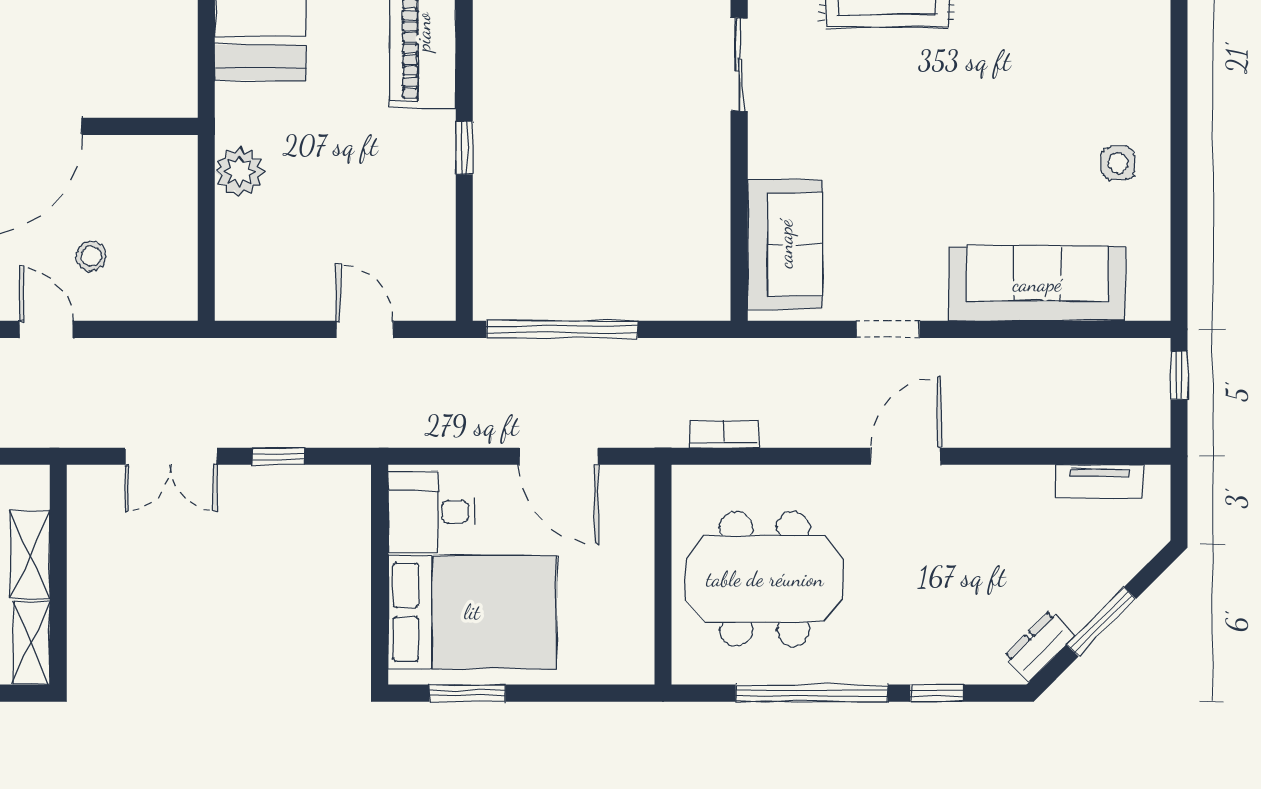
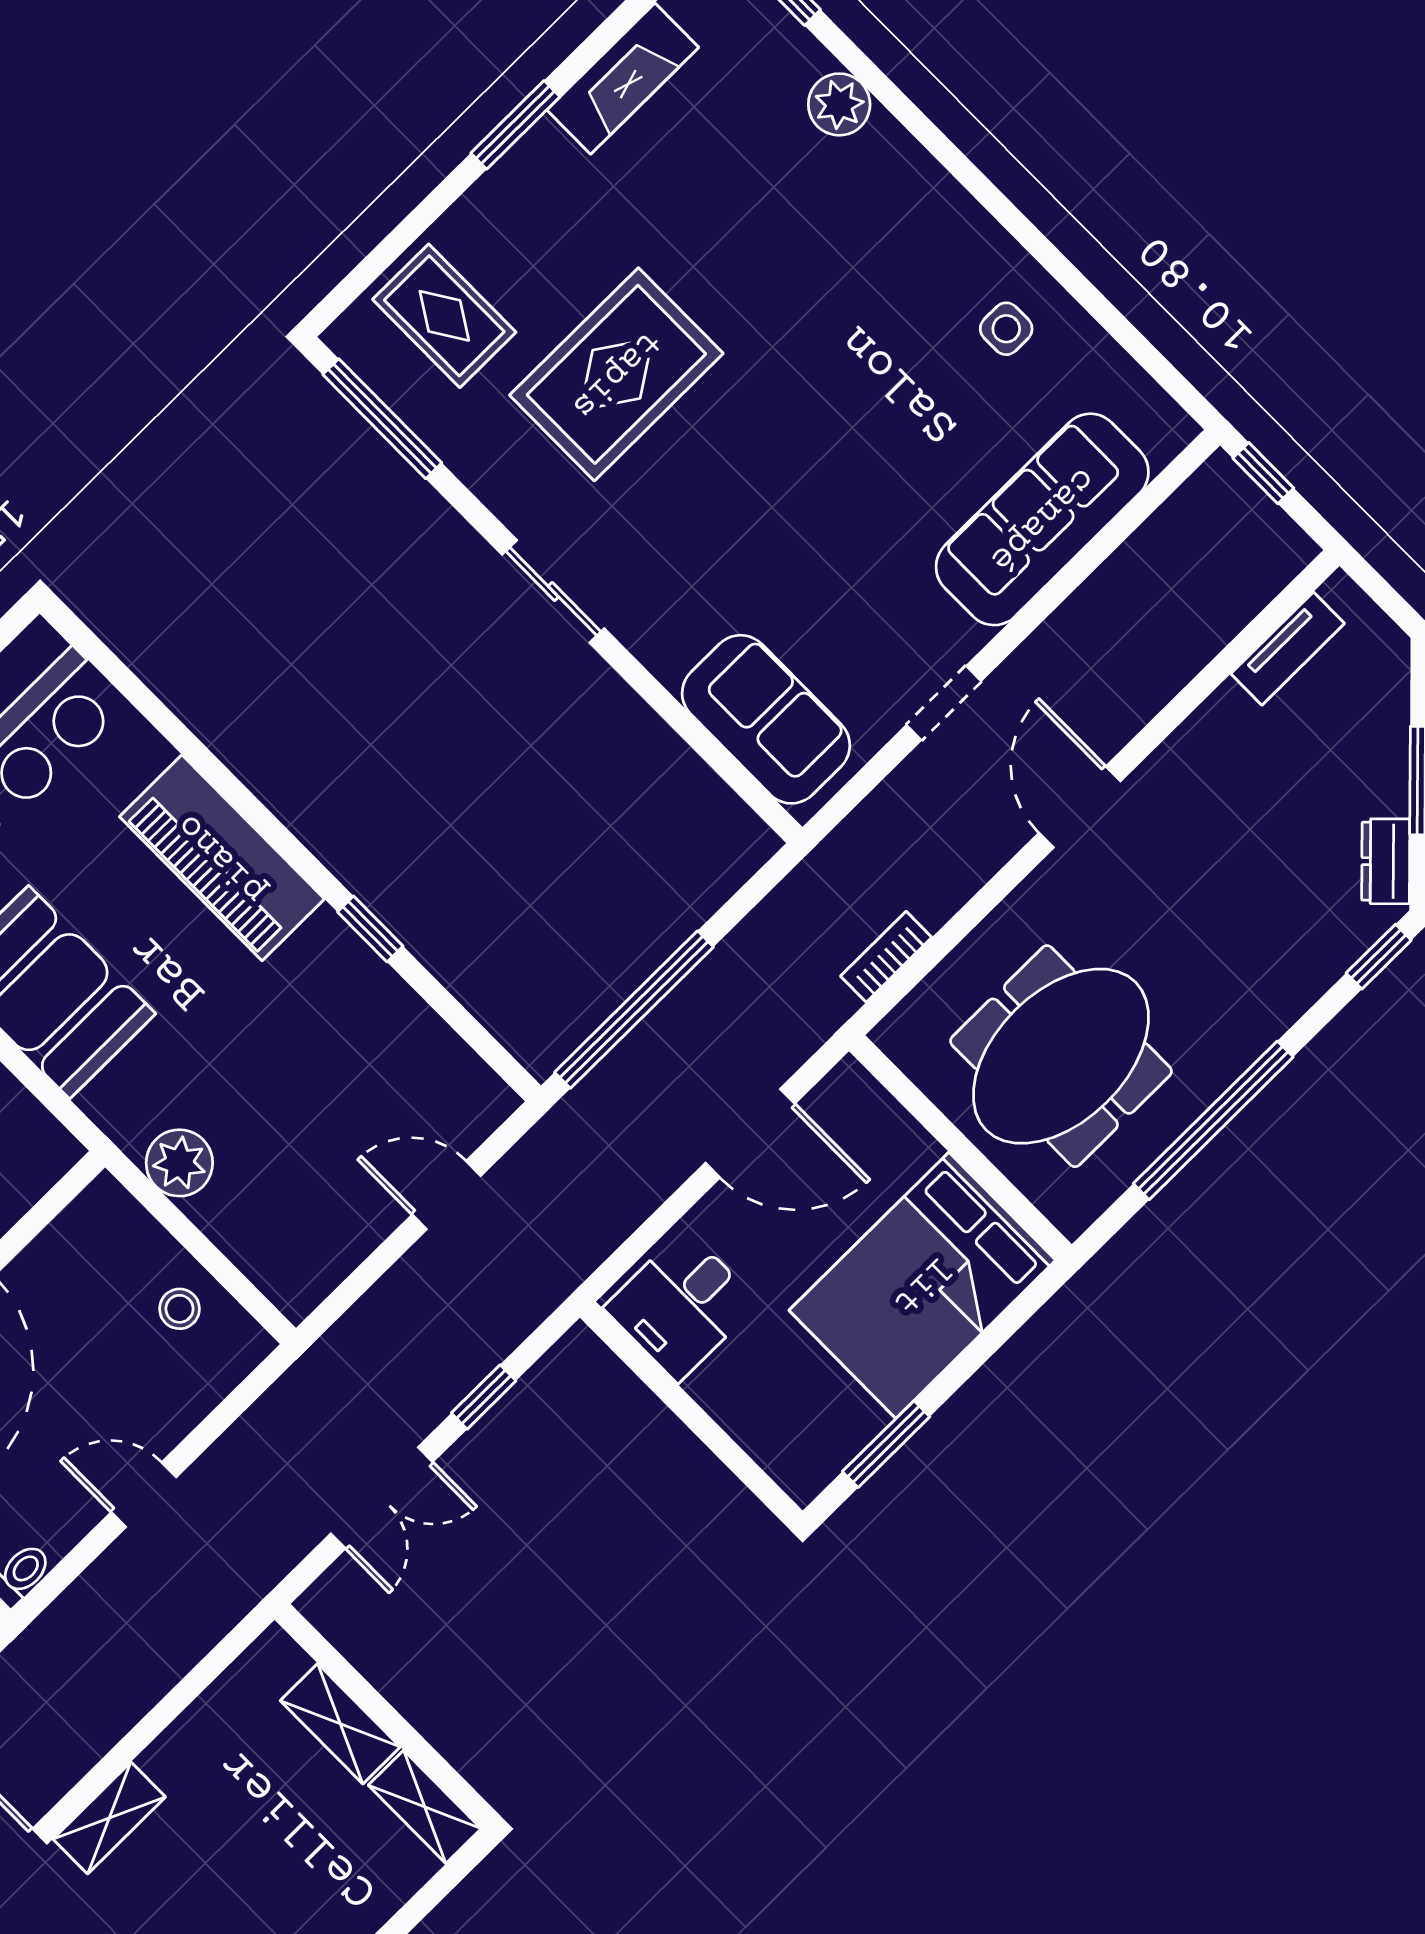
stool: (91, 256) -> (179, 1309), moved
bed: (472, 612) -> (922, 1285), moved, turned 180
window: (936, 693) -> (1379, 957), moved

